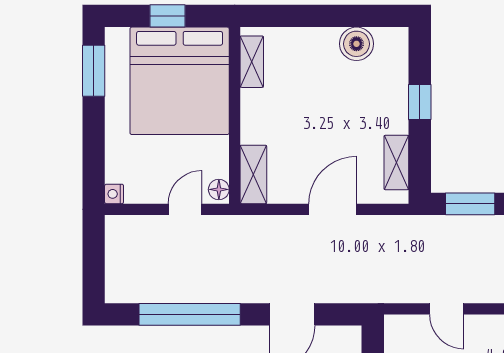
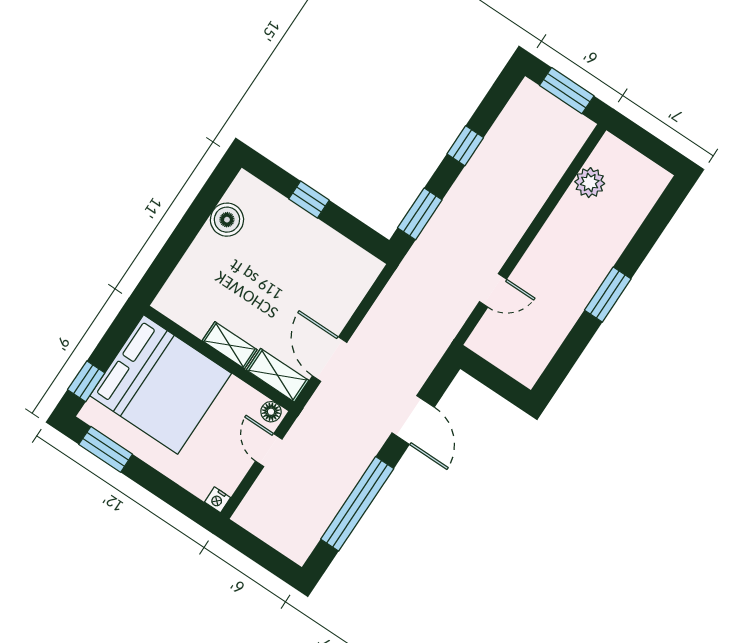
window: (167, 16) -> (86, 381), moved
shelving: (252, 62) -> (230, 345), moved
shelving: (396, 162) -> (346, 252), removed
door: (333, 209) -> (330, 359), moved

